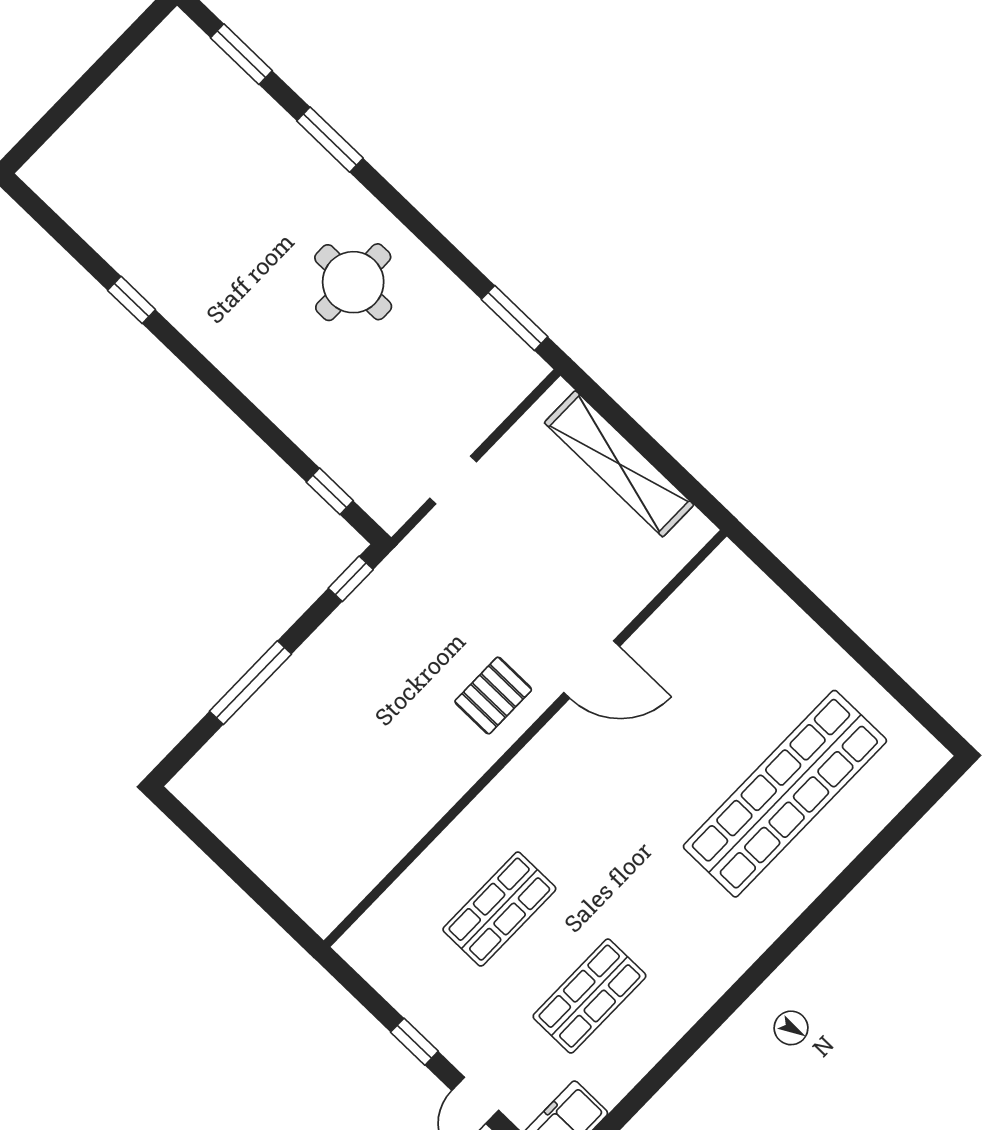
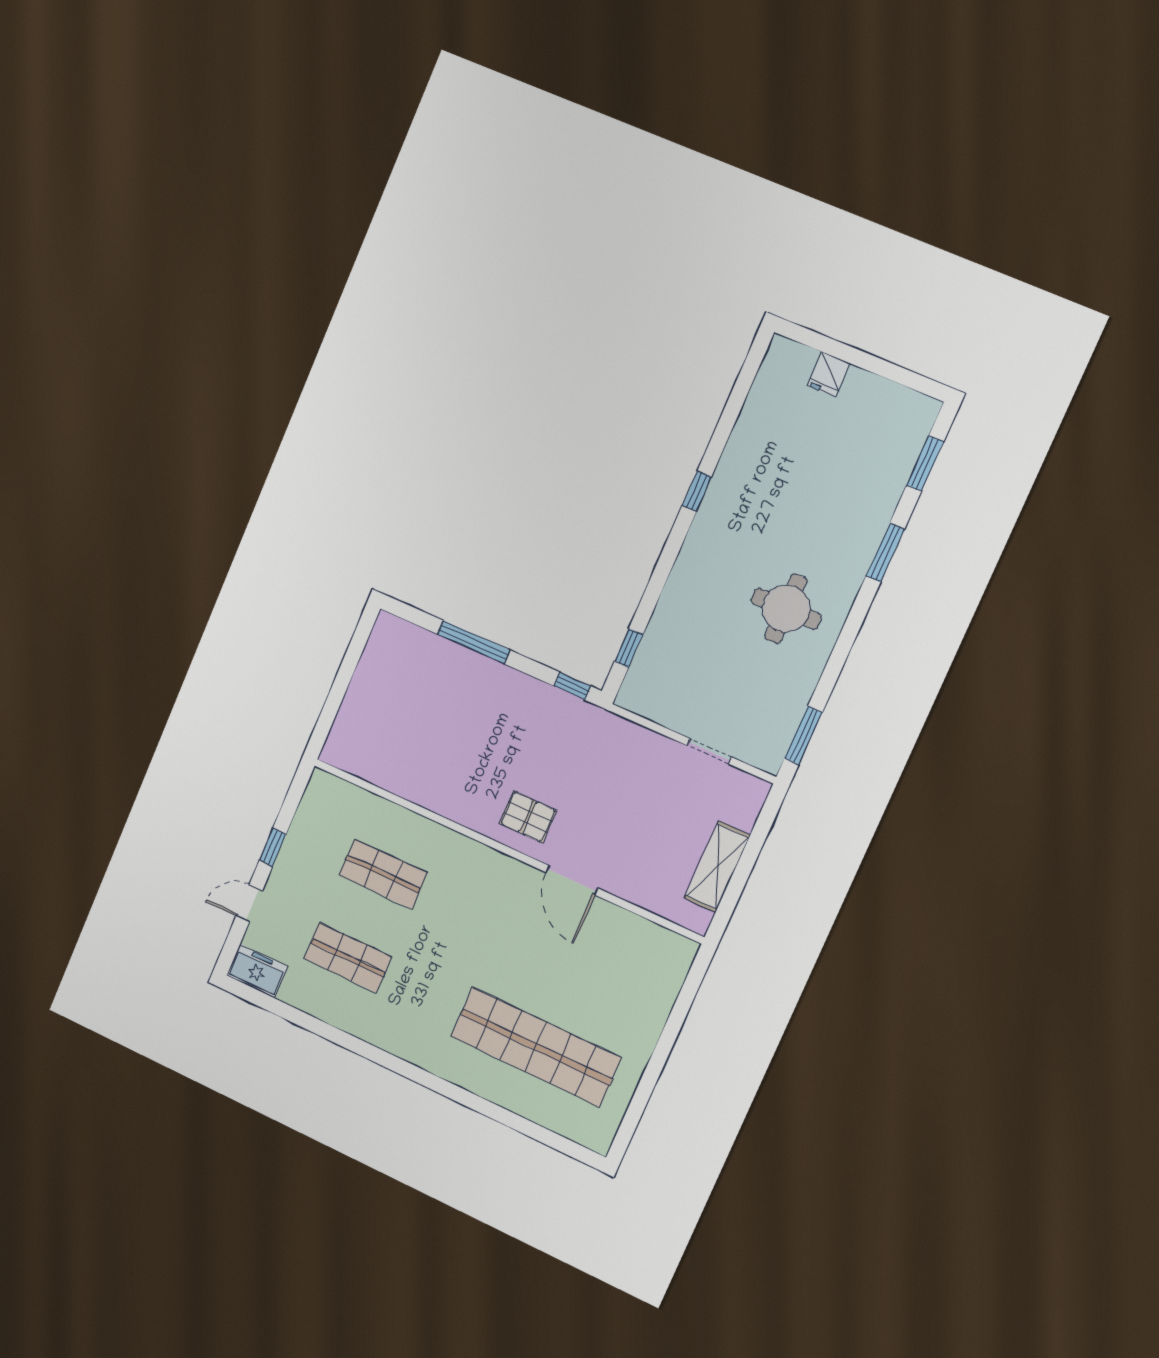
fridge: (91, 128) -> (829, 374), added
window: (132, 300) -> (697, 491), moved
shelving: (619, 464) -> (717, 867), width x0.68
doorway: (453, 480) -> (709, 751), moved

